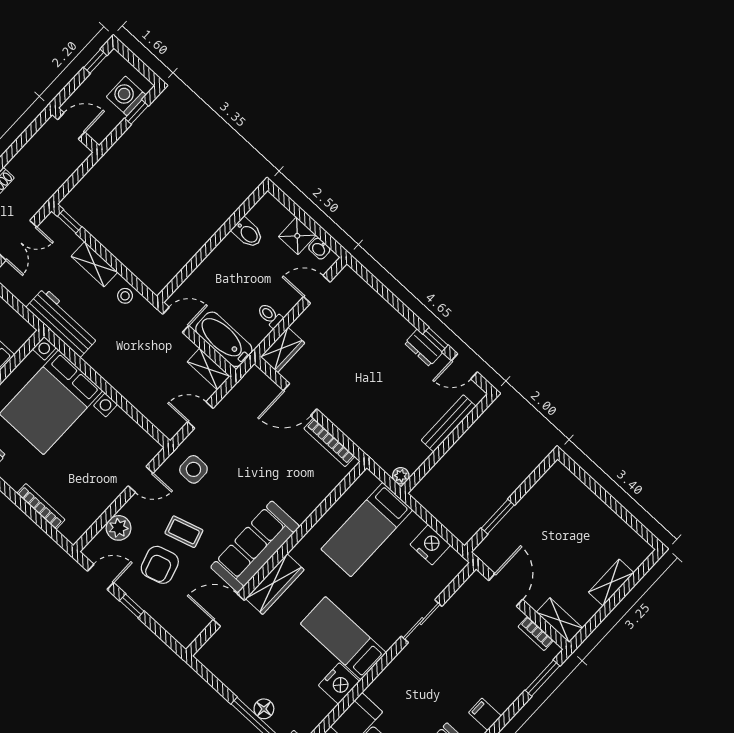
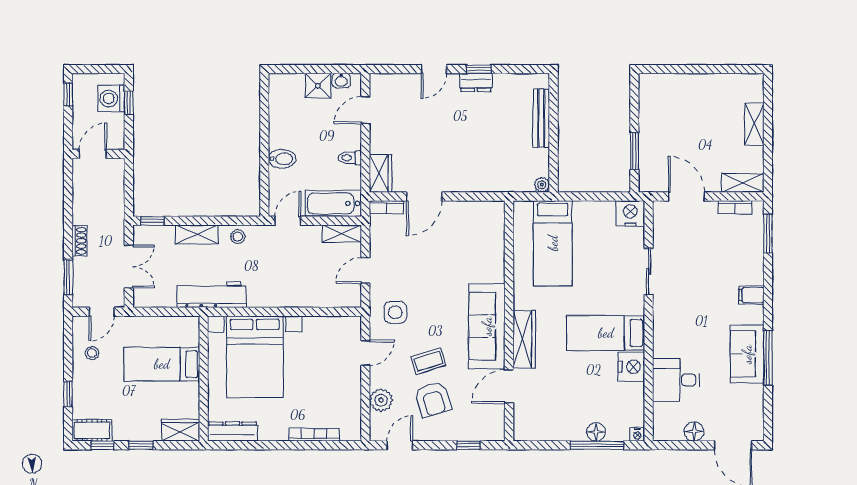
bidet: (248, 233) -> (282, 159), moved
door: (464, 366) -> (434, 69), moved
bookcase: (329, 442) -> (386, 207), moved, width x0.64
nightstand: (430, 545) -> (630, 213), moved
window: (132, 606) -> (469, 445), moved

